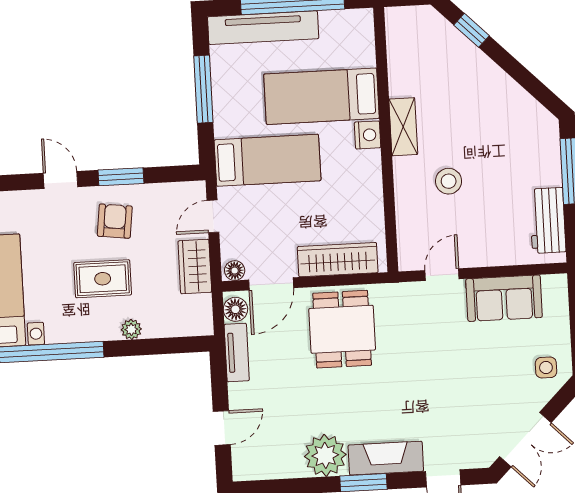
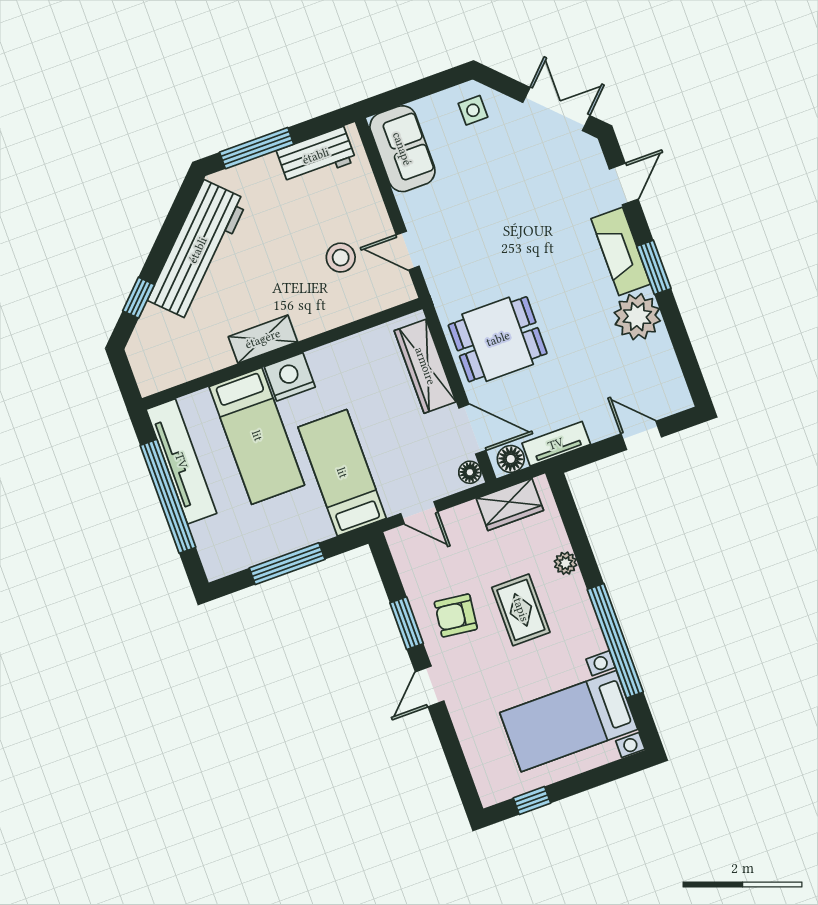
tv unit: (263, 28) -> (181, 461), moved
workbench: (497, 94) -> (198, 250), added
nightstand: (368, 135) -> (290, 377), width x1.36, depth x1.33
stool: (449, 181) -> (341, 258), moved
wardrobe: (195, 267) -> (510, 504), moved
sofa: (504, 298) -> (402, 149), moved

